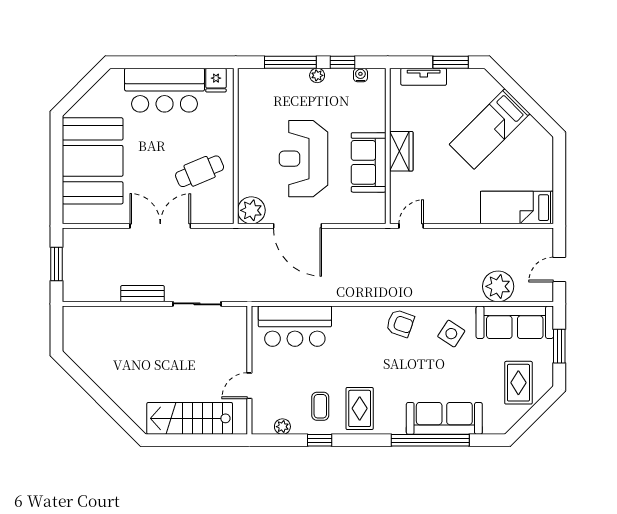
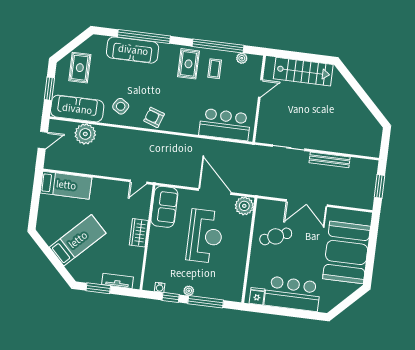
sofa: (369, 162) -> (164, 207), moved
bench: (142, 294) -> (330, 160), width x1.36
window: (320, 440) -> (218, 46), width x3.17

